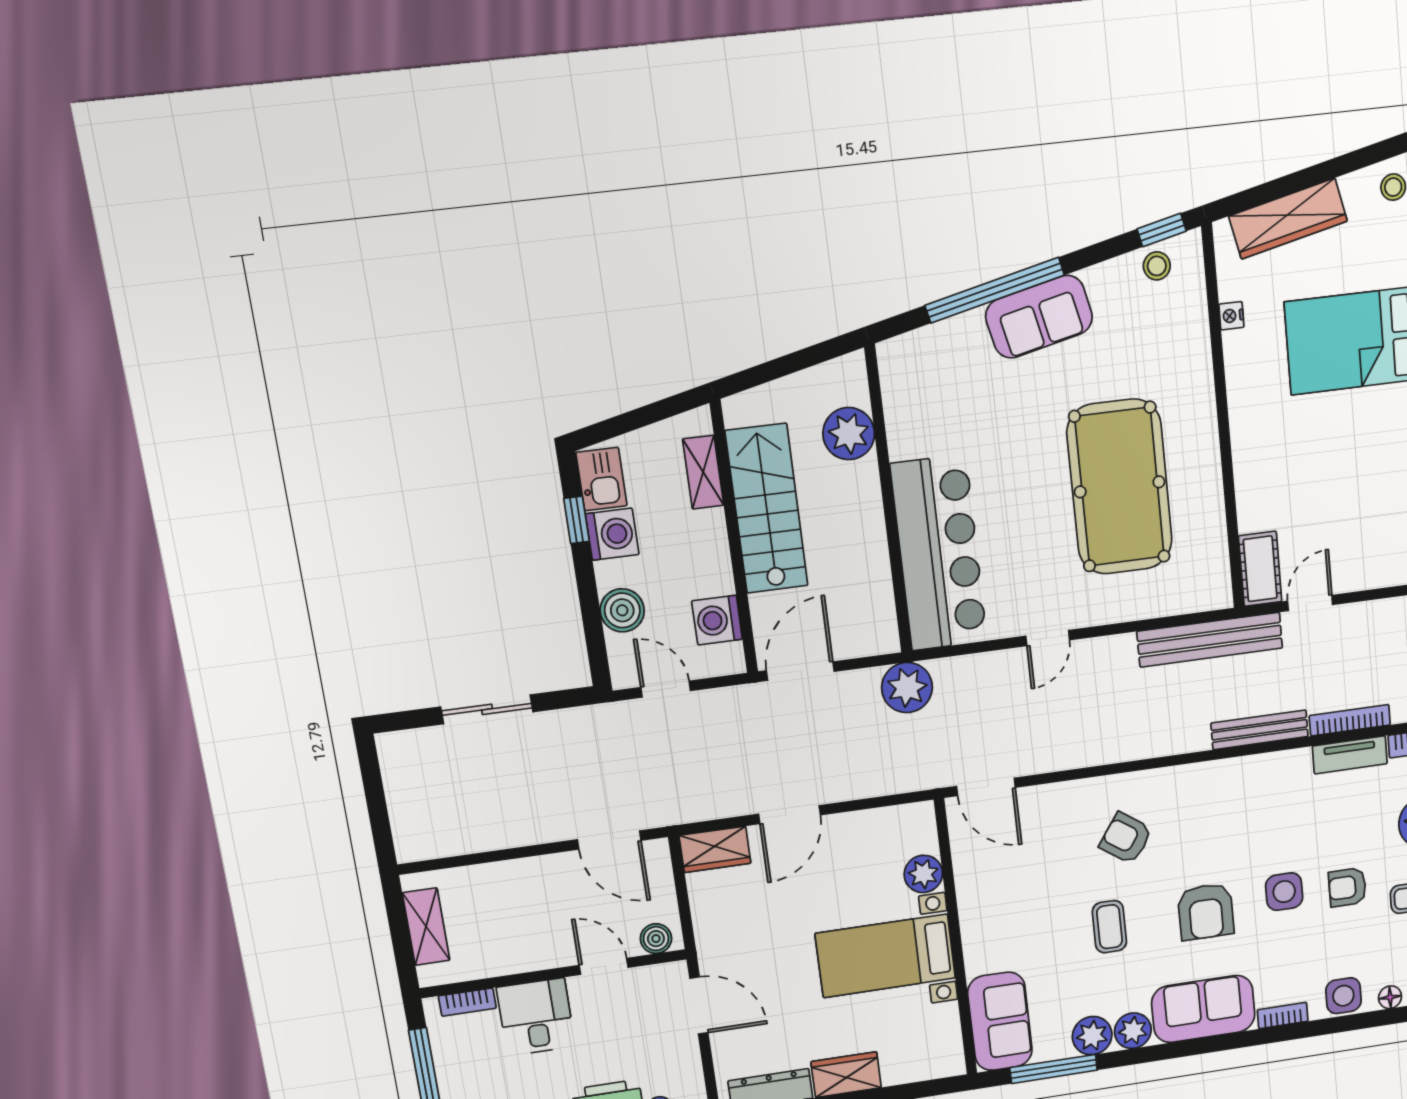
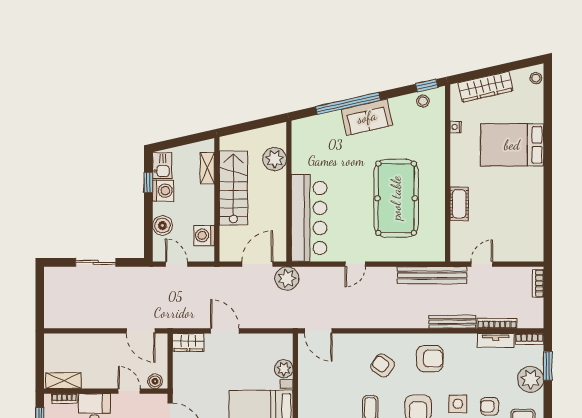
cot: (1260, 569) -> (459, 204), moved
door: (800, 671) -> (257, 264), moved
armchair: (1220, 810) -> (430, 359), added
door: (790, 815) -> (225, 331), swing flipped
shelving: (426, 927) -> (64, 381), moved, turned 90

